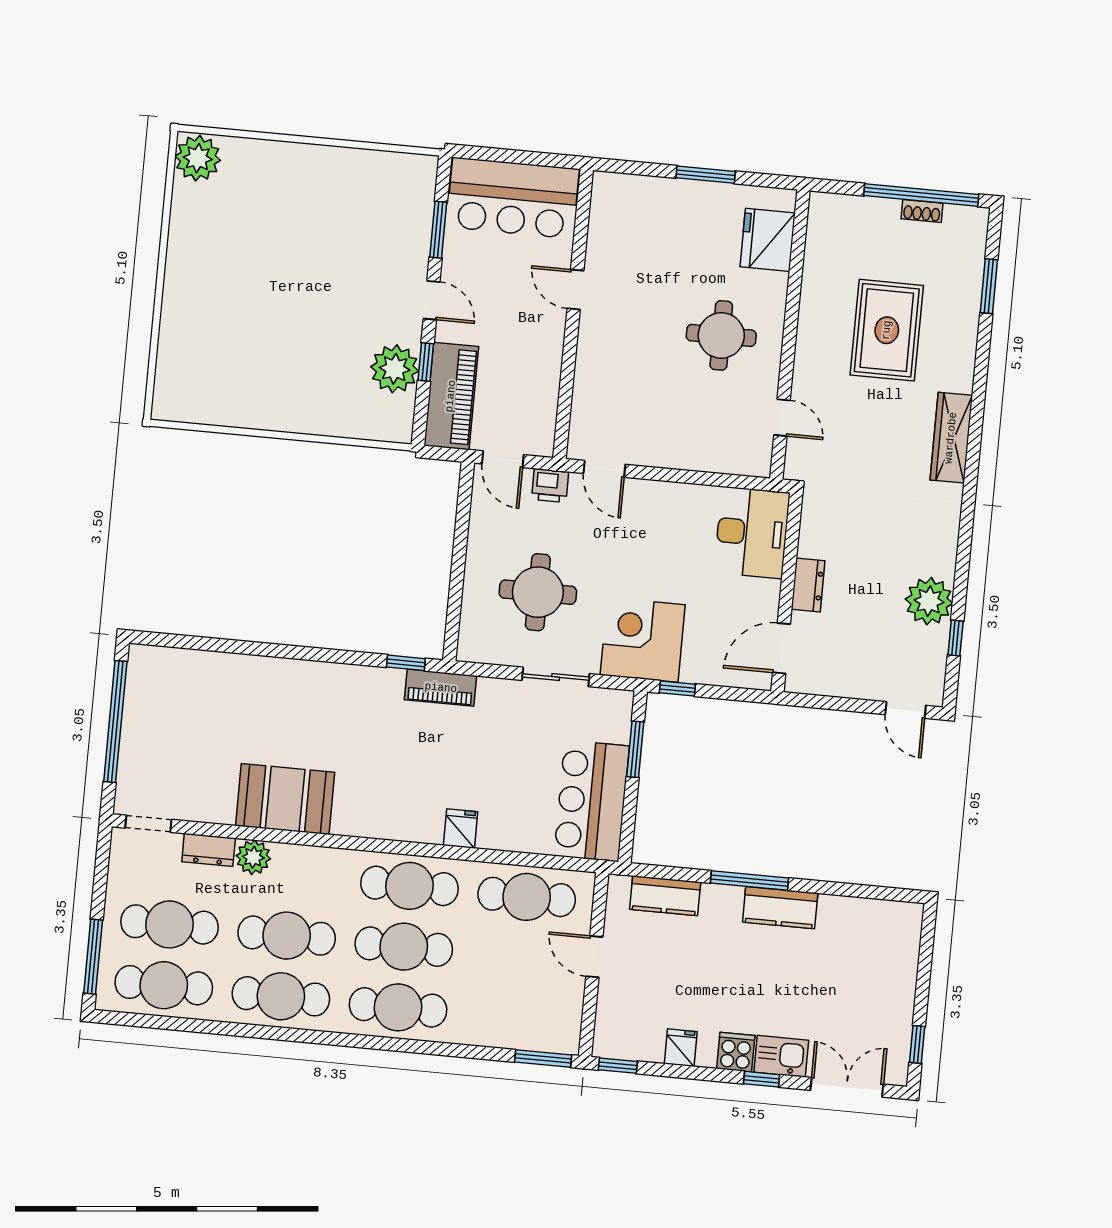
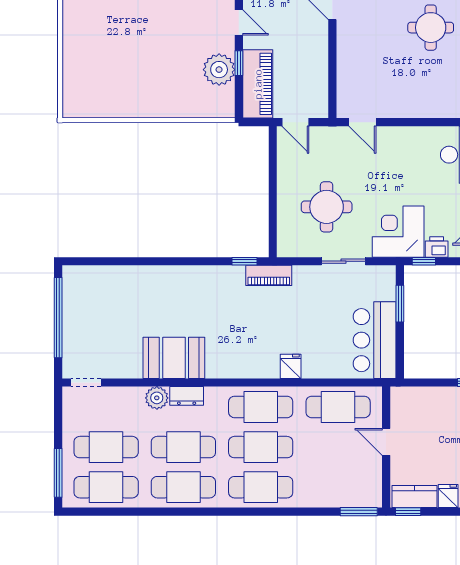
printer: (550, 486) -> (437, 247), moved, turned 180
dresser: (209, 850) -> (187, 396), moved
kitchen counter: (665, 896) -> (415, 497), moved, turned 180

